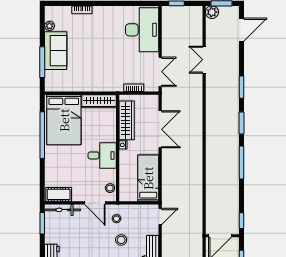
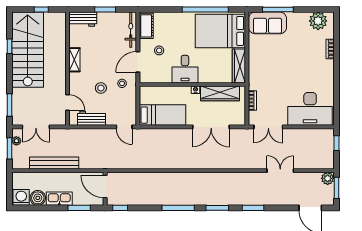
plant: (49, 26) -> (318, 21), width x1.88, depth x1.88
sofa: (56, 51) -> (268, 23), moved
stool: (110, 188) -> (159, 50), moved
window: (42, 223) -> (105, 10), moved

